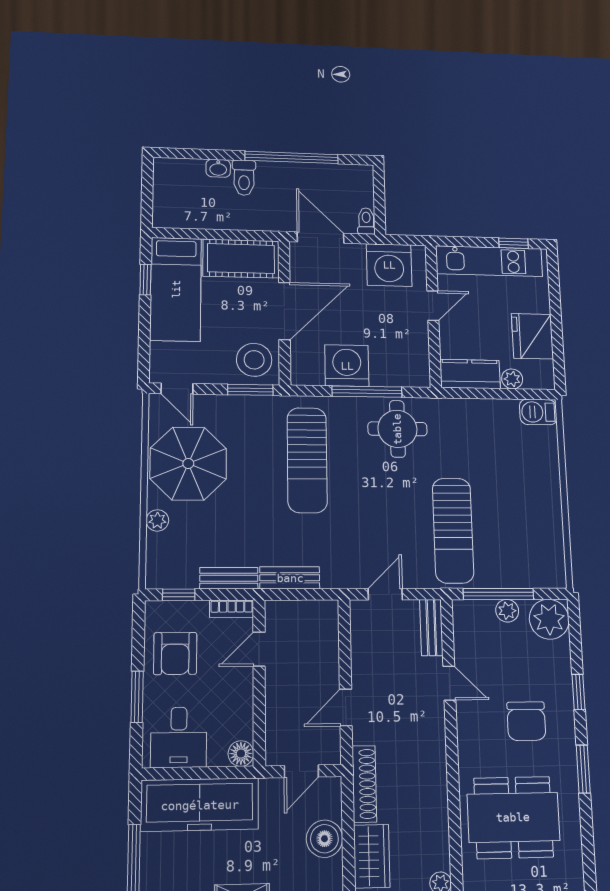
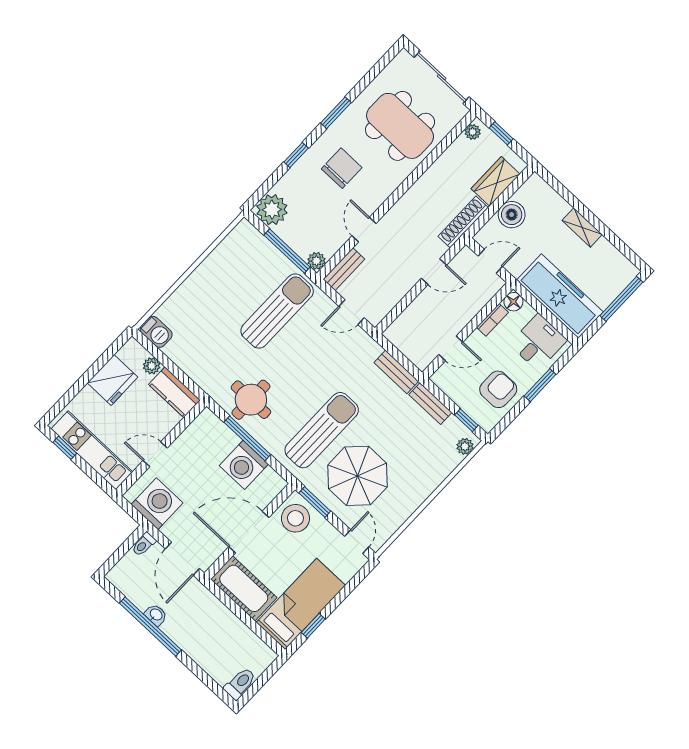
washbasin: (218, 168) -> (156, 615), moved
toilet: (244, 178) -> (240, 683), moved
parasol: (188, 464) -> (357, 476), moved
plant: (157, 520) -> (465, 446), moved
bookcase: (232, 609) -> (493, 320), moved, turned 90
plant: (507, 611) -> (316, 261), moved

